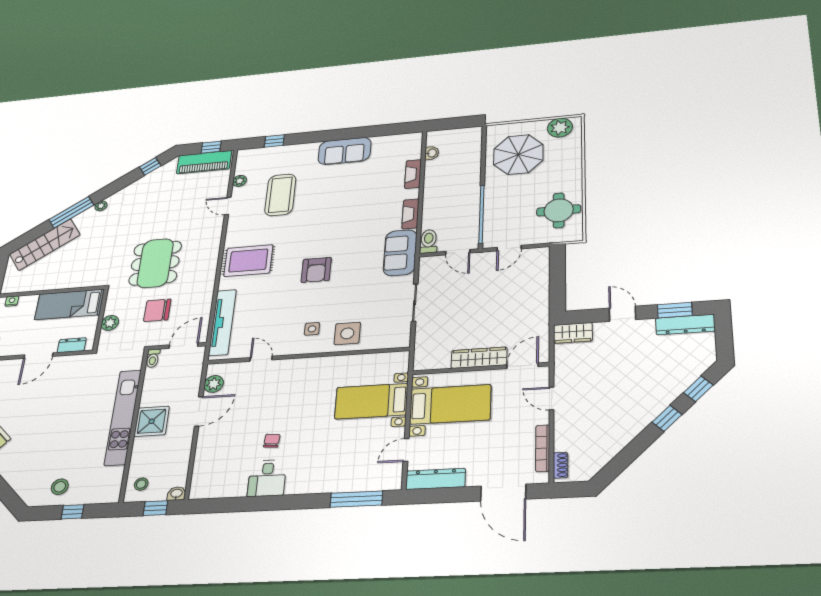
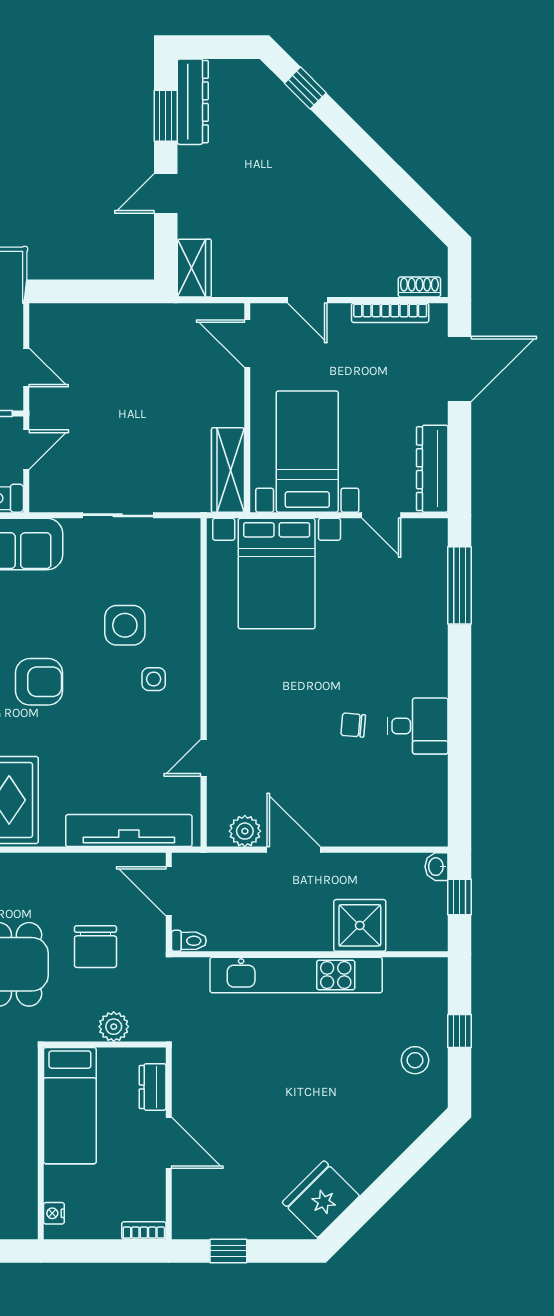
side table: (347, 333) -> (125, 625), moved
wardrobe: (479, 358) -> (228, 470), moved
door: (552, 398) -> (307, 300), hinge flipped
bed with nightstands: (371, 401) -> (277, 574), width x1.36
window: (667, 418) -> (352, 134), removed
shower: (152, 421) -> (360, 925), moved
stool: (141, 484) -> (417, 926), removed

